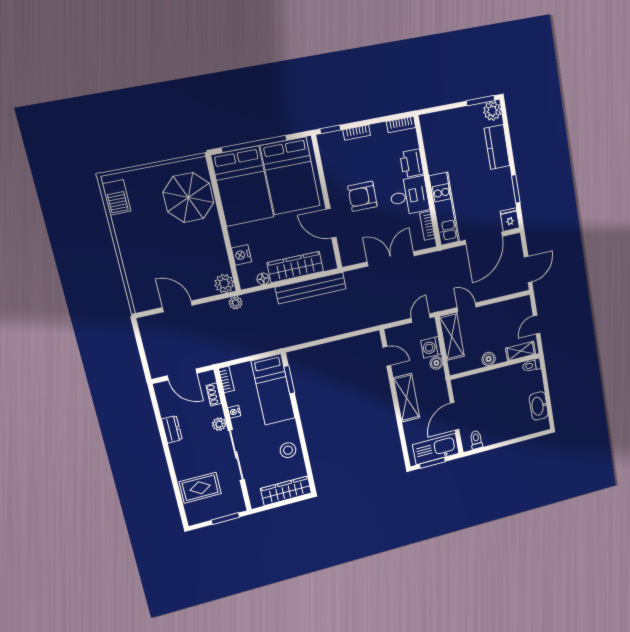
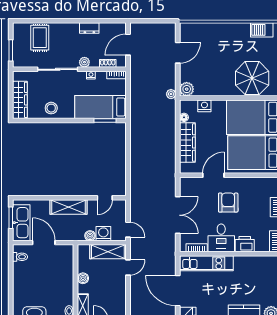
bench: (311, 288) -> (169, 151), removed

